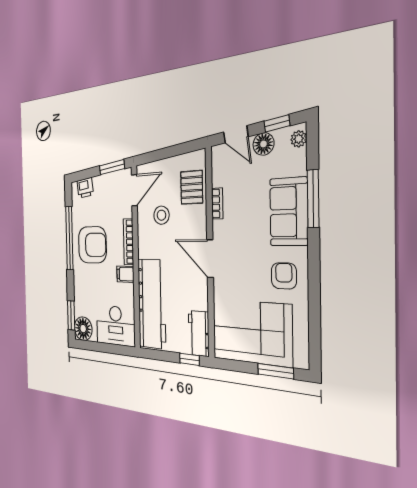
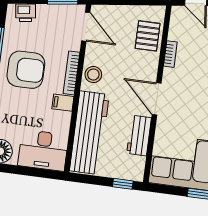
door: (134, 190) -> (86, 27), hinge flipped
stool: (161, 215) -> (93, 75), moved
workbench: (199, 333) -> (139, 136), moved

